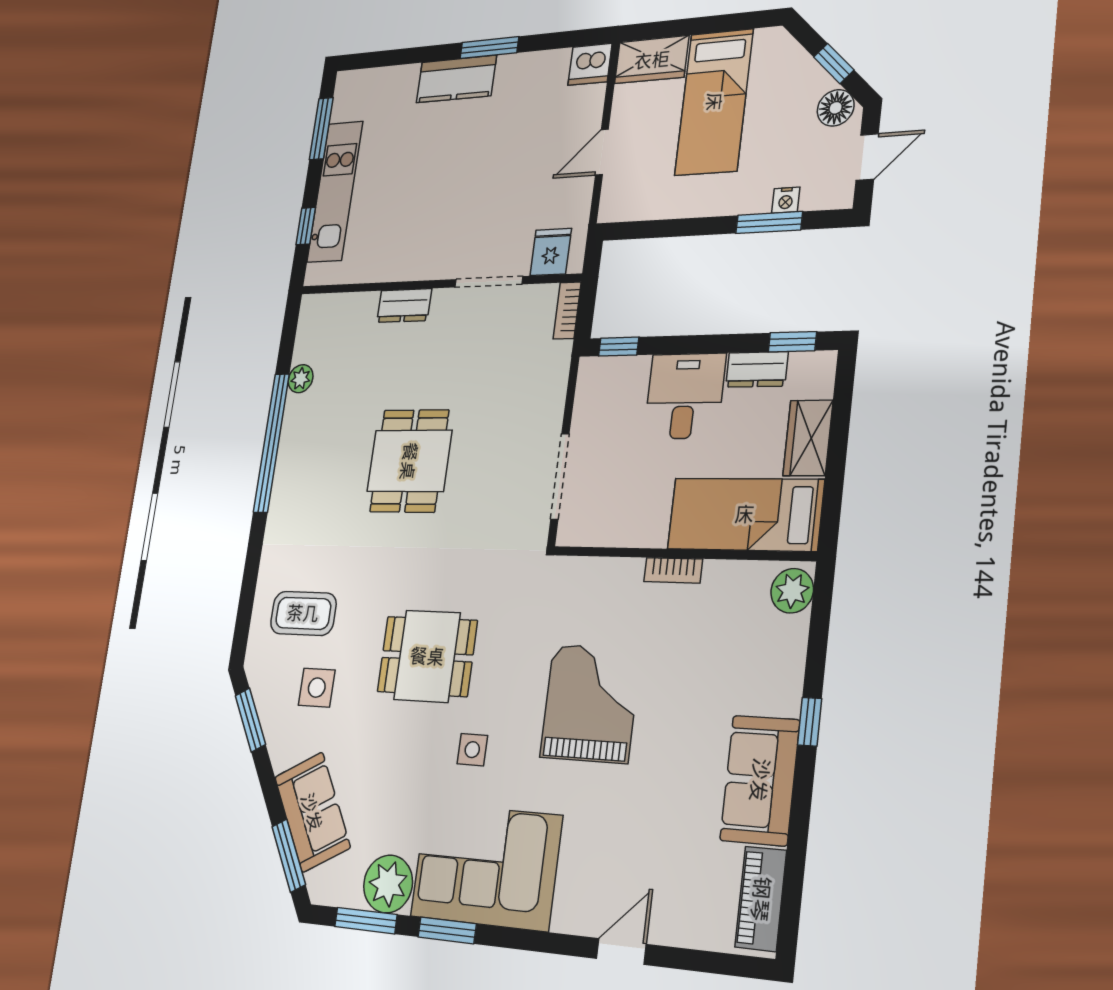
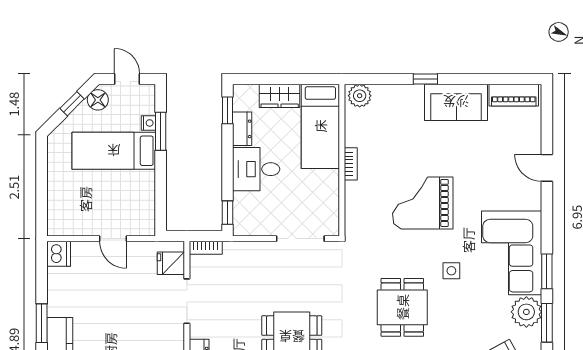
wardrobe: (652, 60) -> (59, 214), removed
bed: (714, 102) -> (114, 151), moved, turned 180

